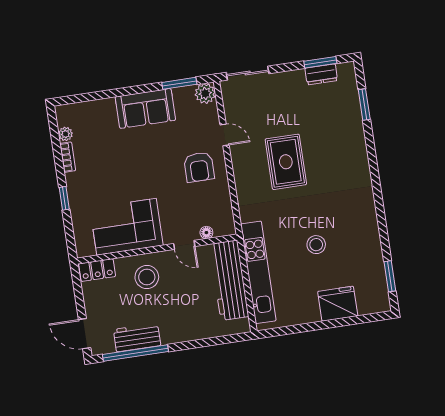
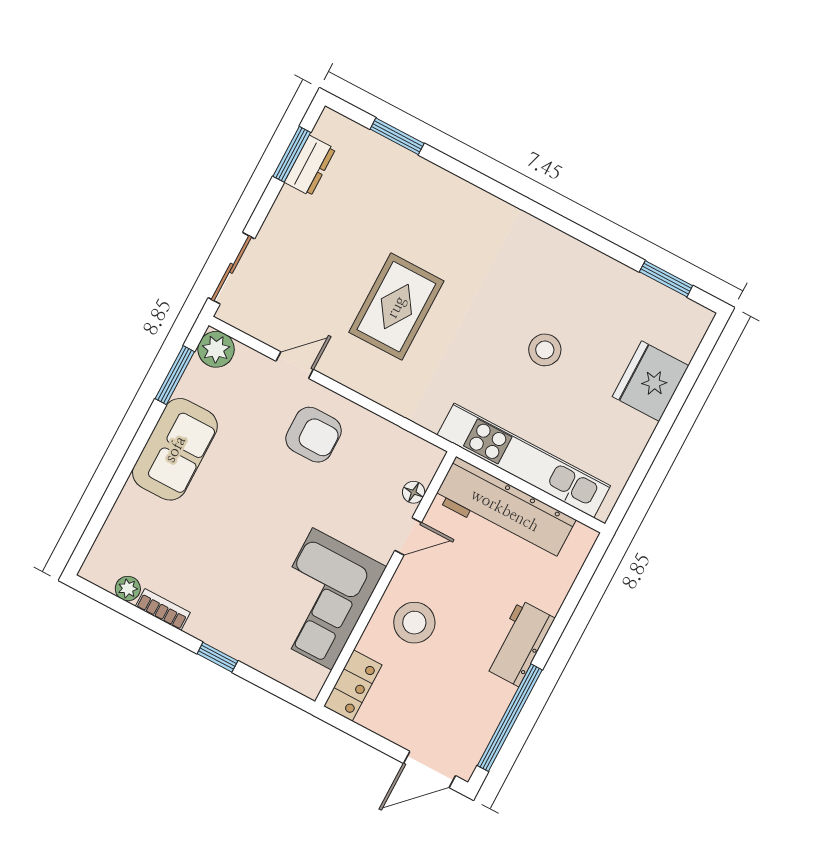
rug: (286, 162) -> (396, 307), turned 90
workbench: (137, 338) -> (519, 643), moved

